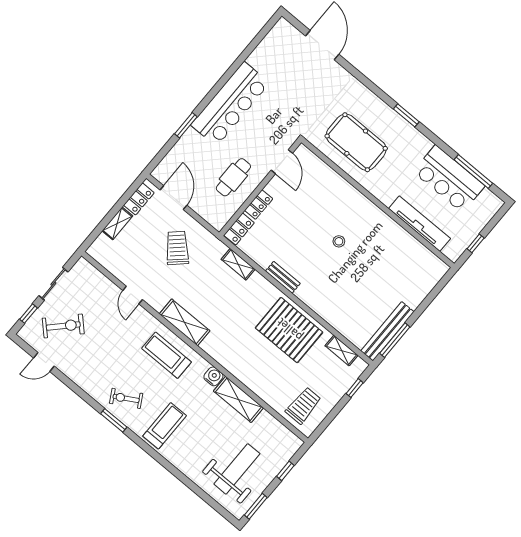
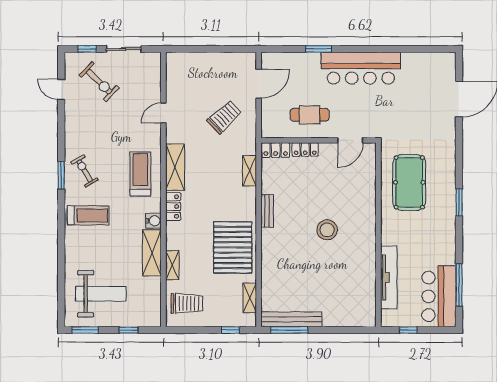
bar counter: (449, 179) -> (439, 296), moved
locker: (139, 199) -> (173, 207), moved, turned -90
shelving: (117, 223) -> (172, 265), moved, turned 90
stool: (339, 241) -> (327, 230), width x1.89, depth x1.89

